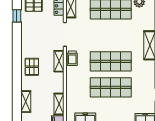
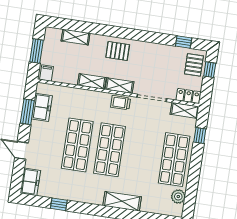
shelving: (59, 104) -> (92, 81), moved

